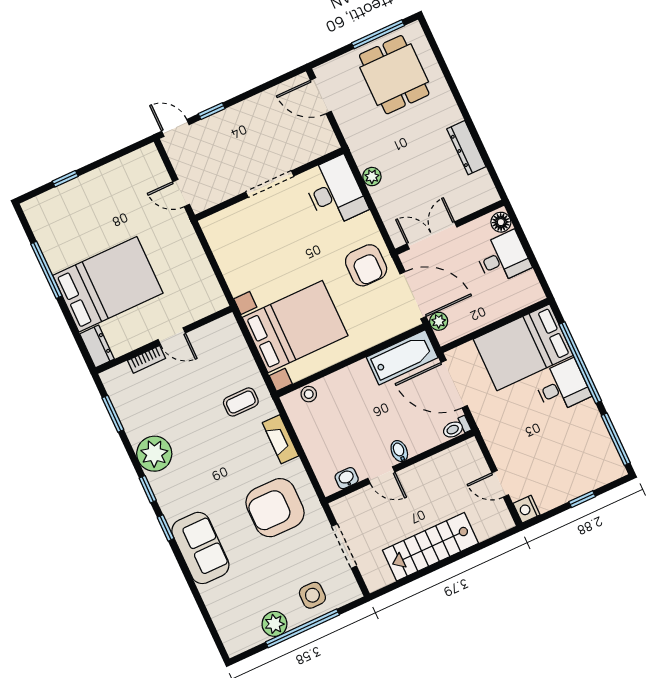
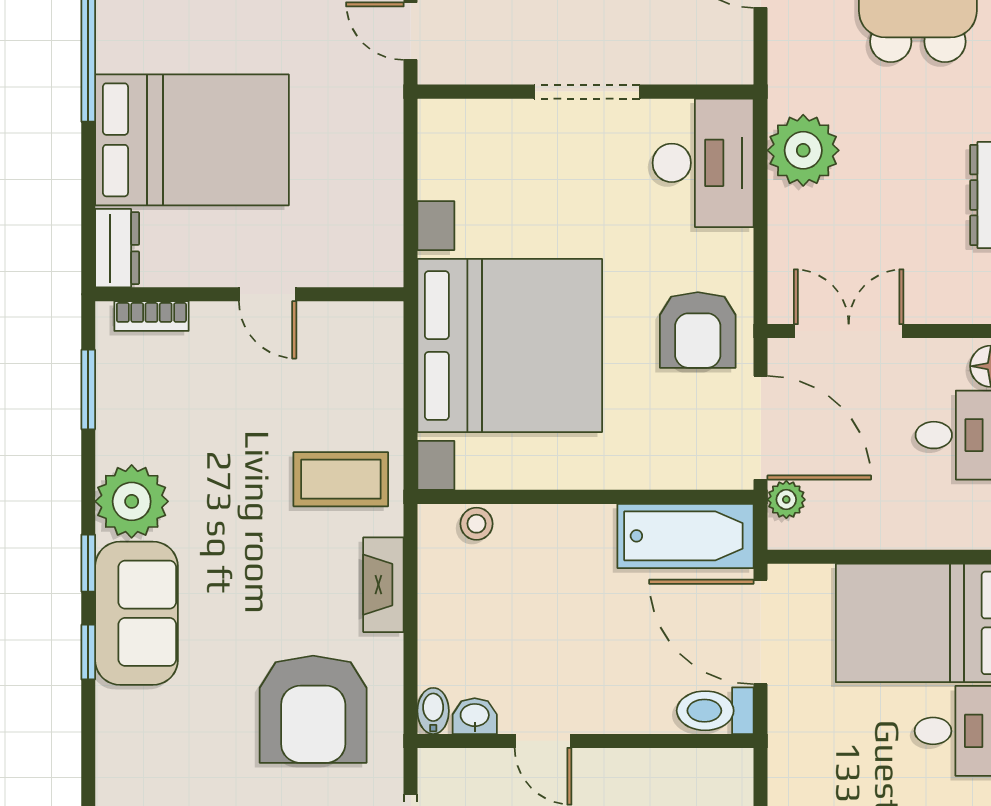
plant: (372, 177) -> (803, 150), width x1.87, depth x1.87
bed with nightstands: (295, 327) -> (510, 346), width x1.36
bookcase: (147, 359) -> (151, 316), moved
coffee table: (241, 402) -> (341, 479), width x1.36, depth x1.30
toilet: (456, 428) -> (715, 711), width x1.37, depth x1.39
bidet: (399, 451) -> (433, 711), moved
armchair: (275, 508) -> (313, 709), turned -90
sofa: (200, 548) -> (136, 613), moved

